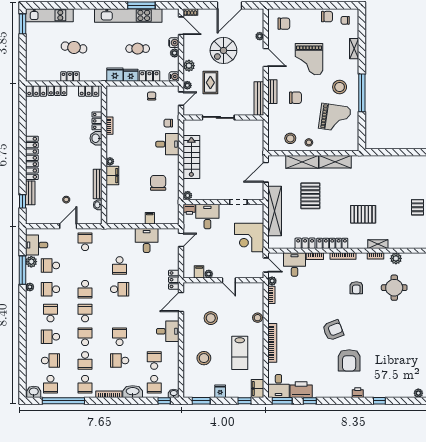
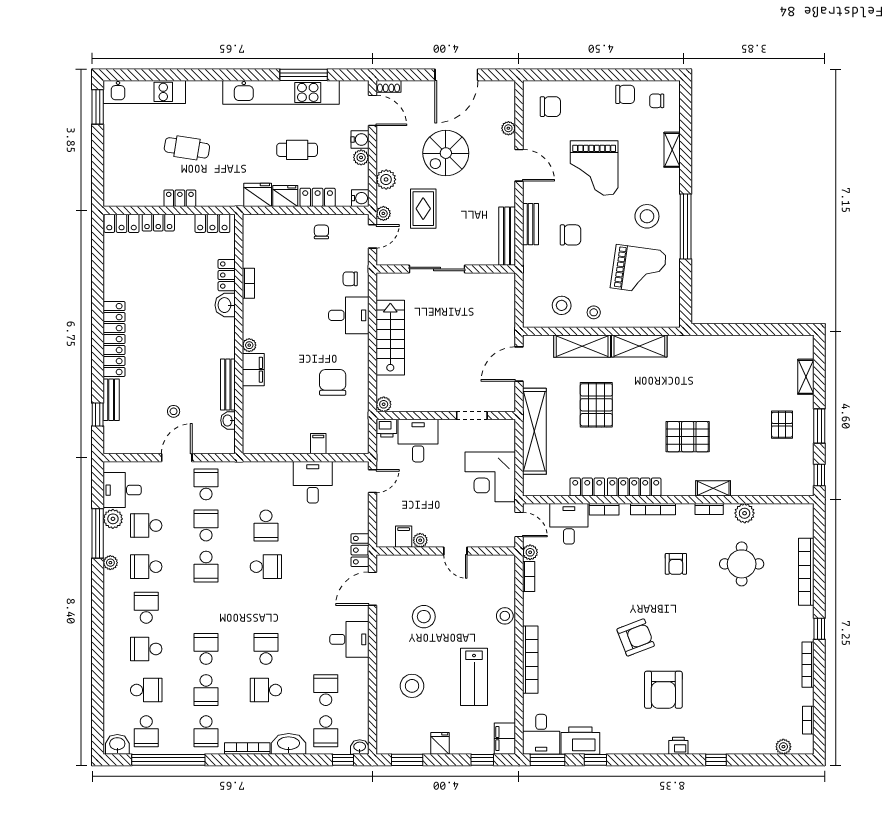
school desk: (85, 313) -> (206, 526), moved

